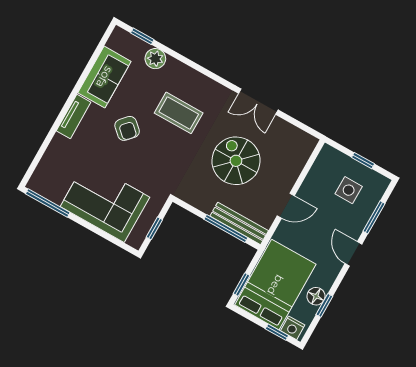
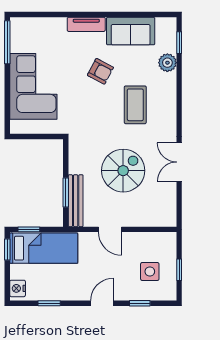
armchair: (127, 128) -> (100, 71), turned -104
window: (374, 217) -> (140, 303), width x0.67
window: (154, 228) -> (34, 137), removed
window: (226, 229) -> (66, 193), width x0.69
bed: (275, 285) -> (44, 248), width x0.67
floor lamp: (316, 296) -> (53, 293), removed
window: (277, 332) -> (7, 249), moved

